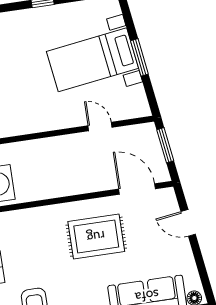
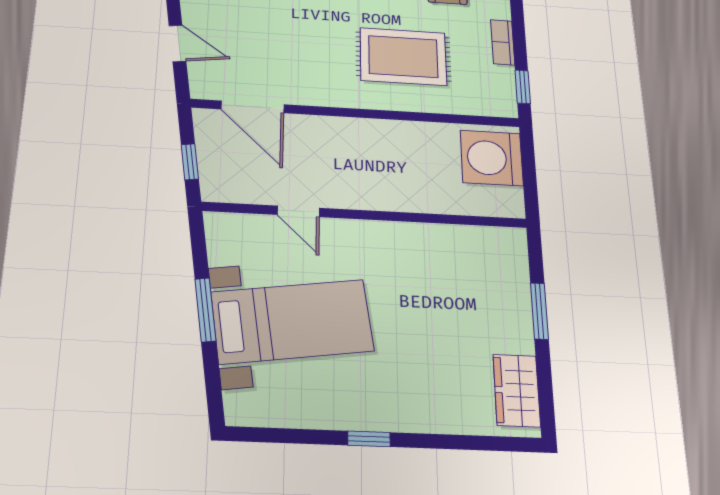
window: (165, 145) -> (190, 162), width x0.67
rug: (96, 237) -> (403, 57), moved

